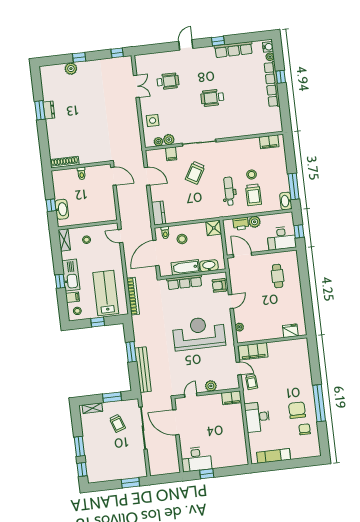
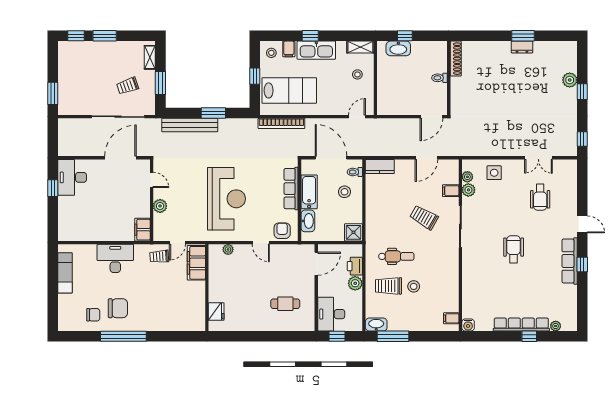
water cooler: (268, 47) -> (468, 325), moved
row of seats: (233, 50) -> (570, 261), moved
filing cabinet: (269, 142) -> (451, 318), width x0.50

